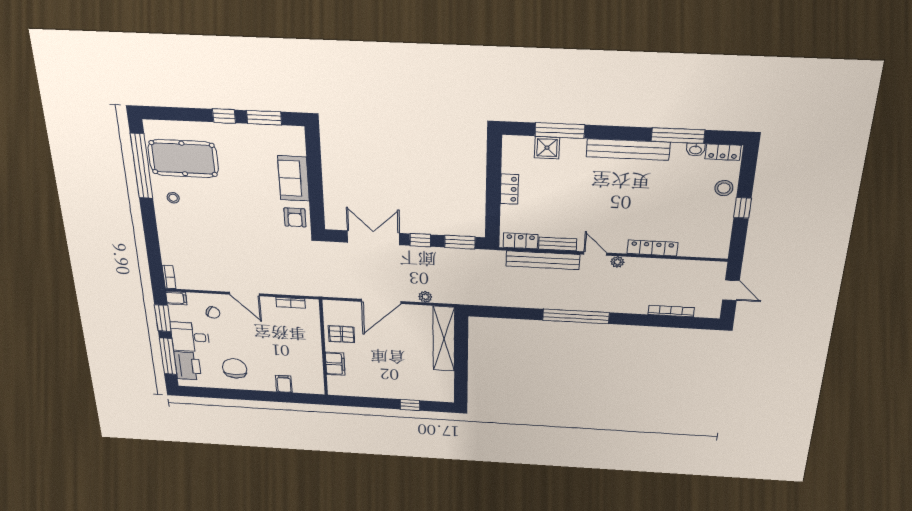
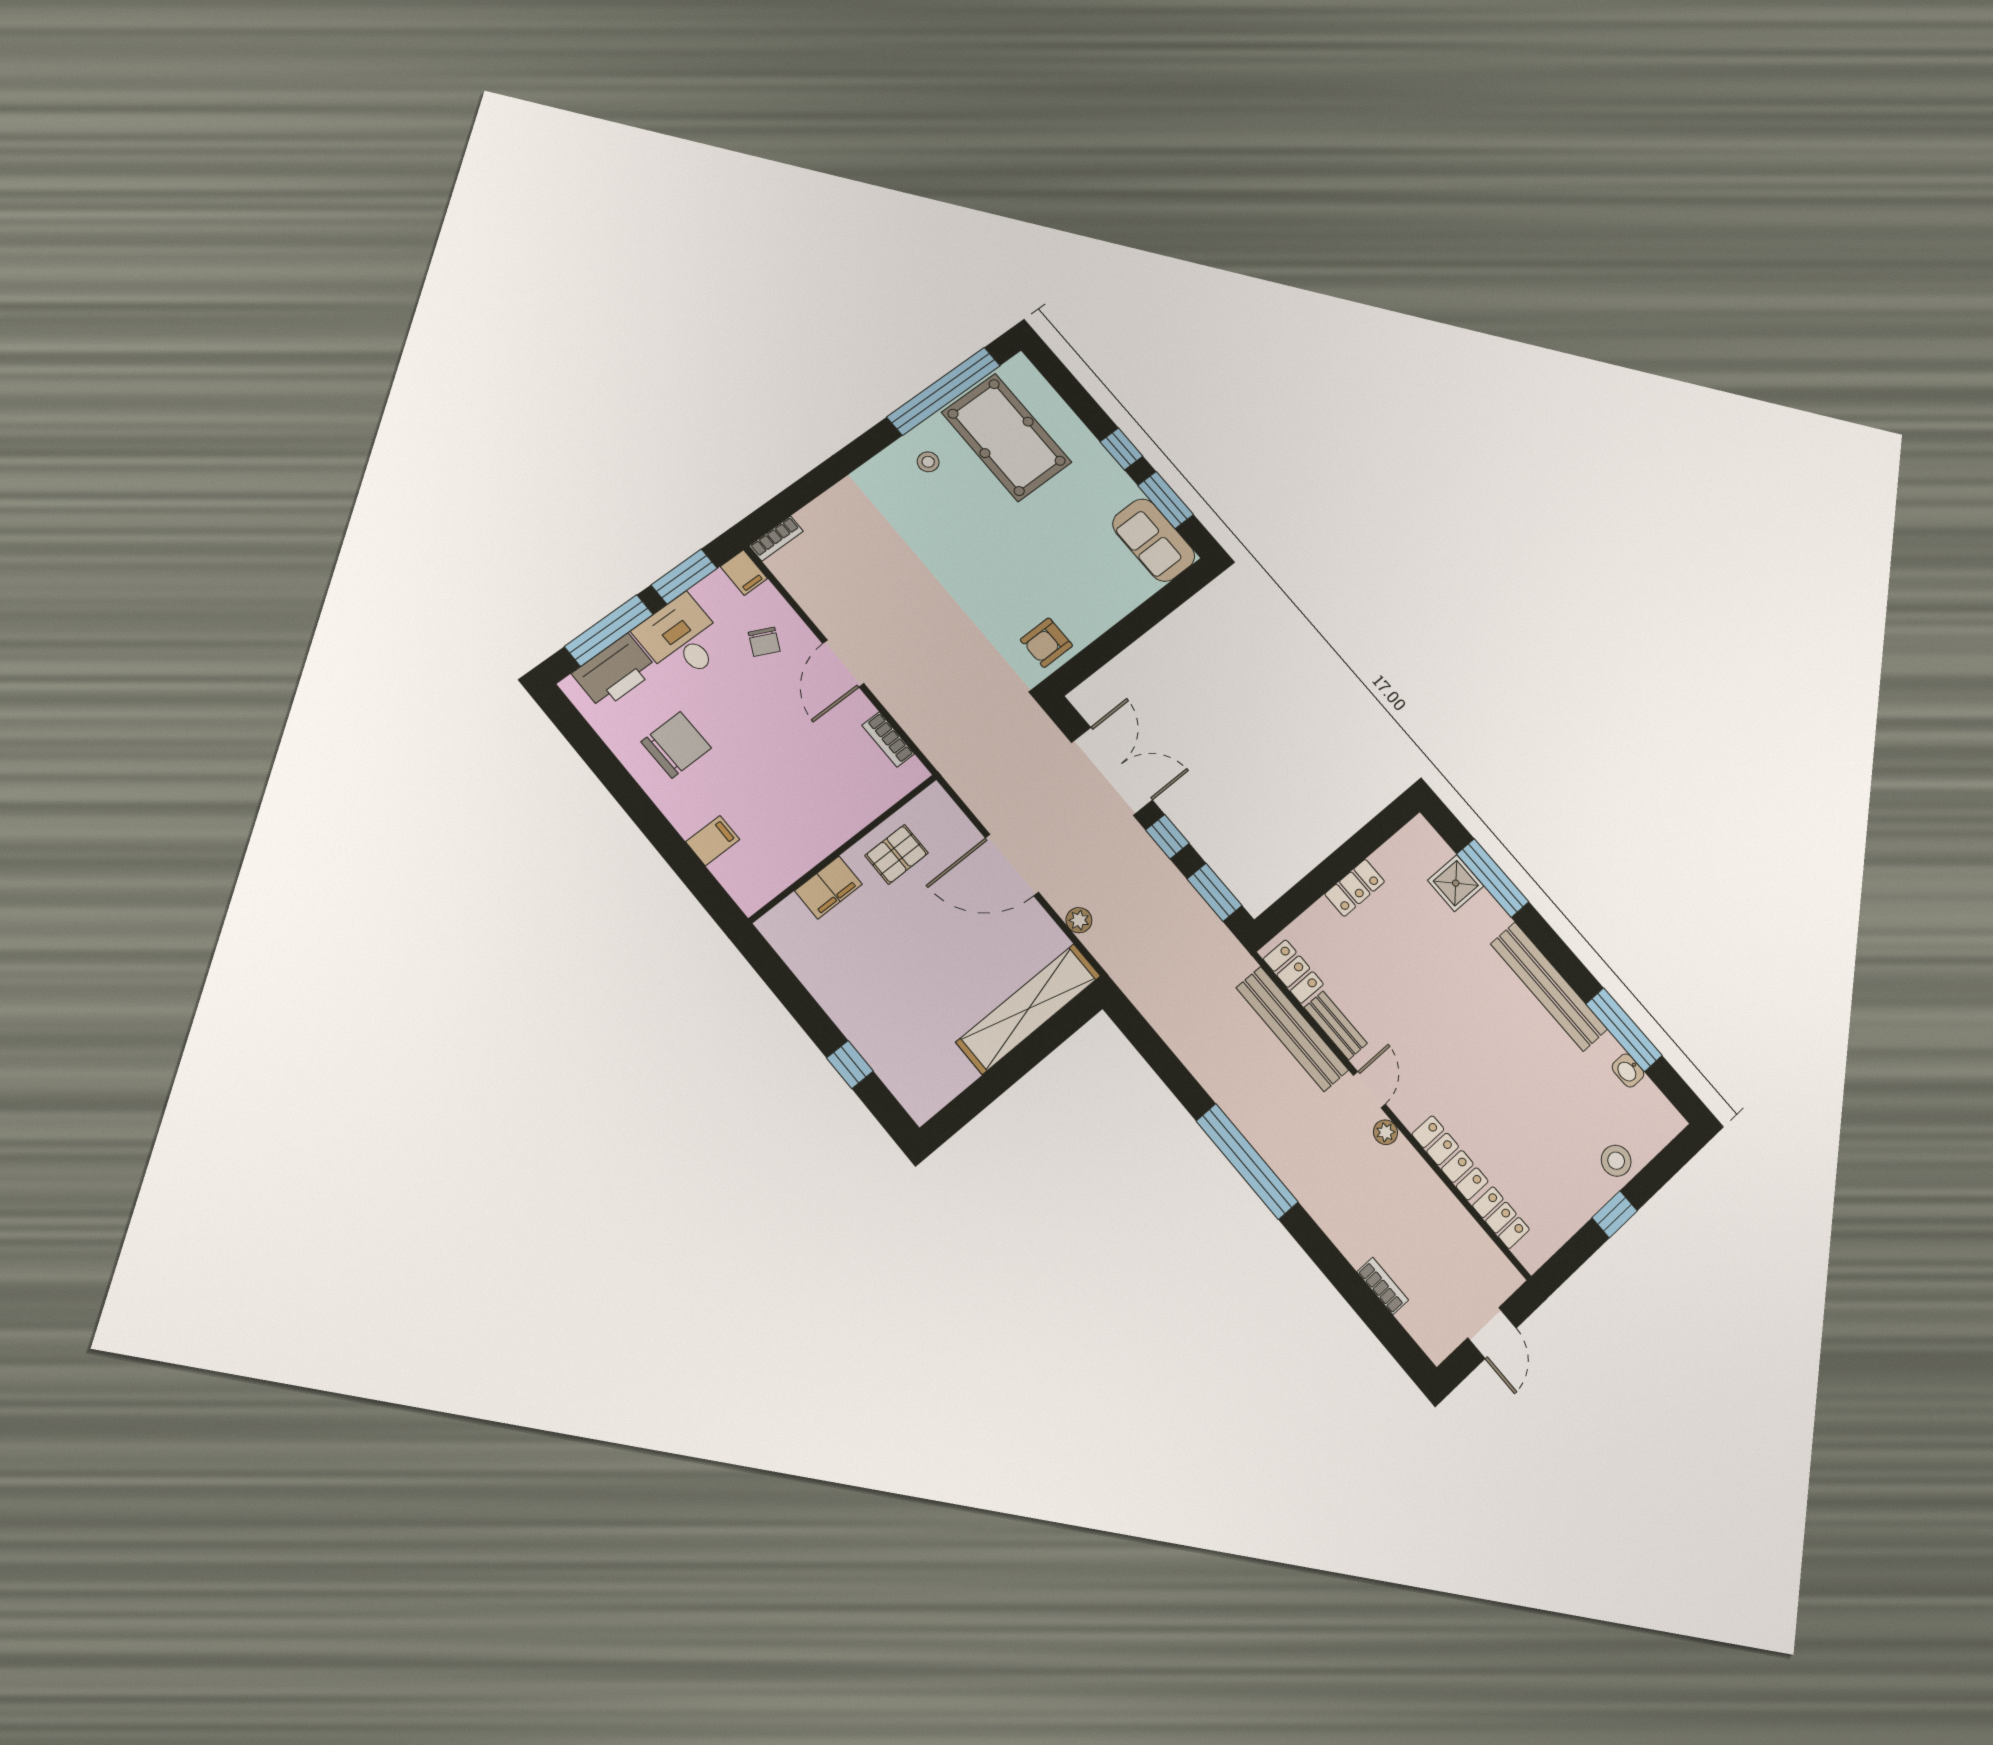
locker: (723, 152) -> (1501, 1218), moved, turned 180
sofa: (294, 178) -> (1154, 540), moved, turned -90
bookcase: (671, 311) -> (1383, 1286), width x0.64
pallet: (342, 334) -> (897, 854), turned 90

